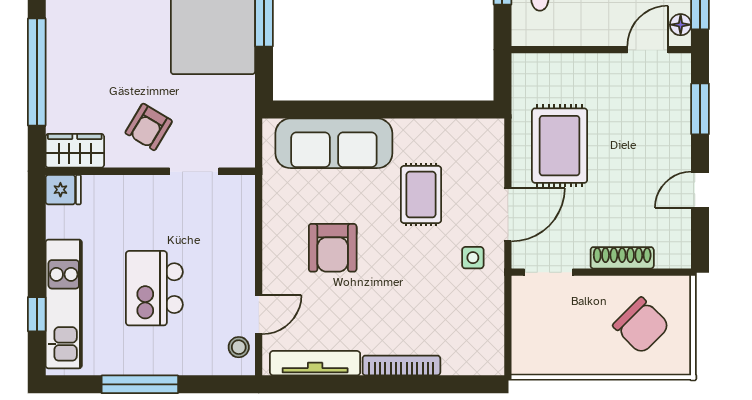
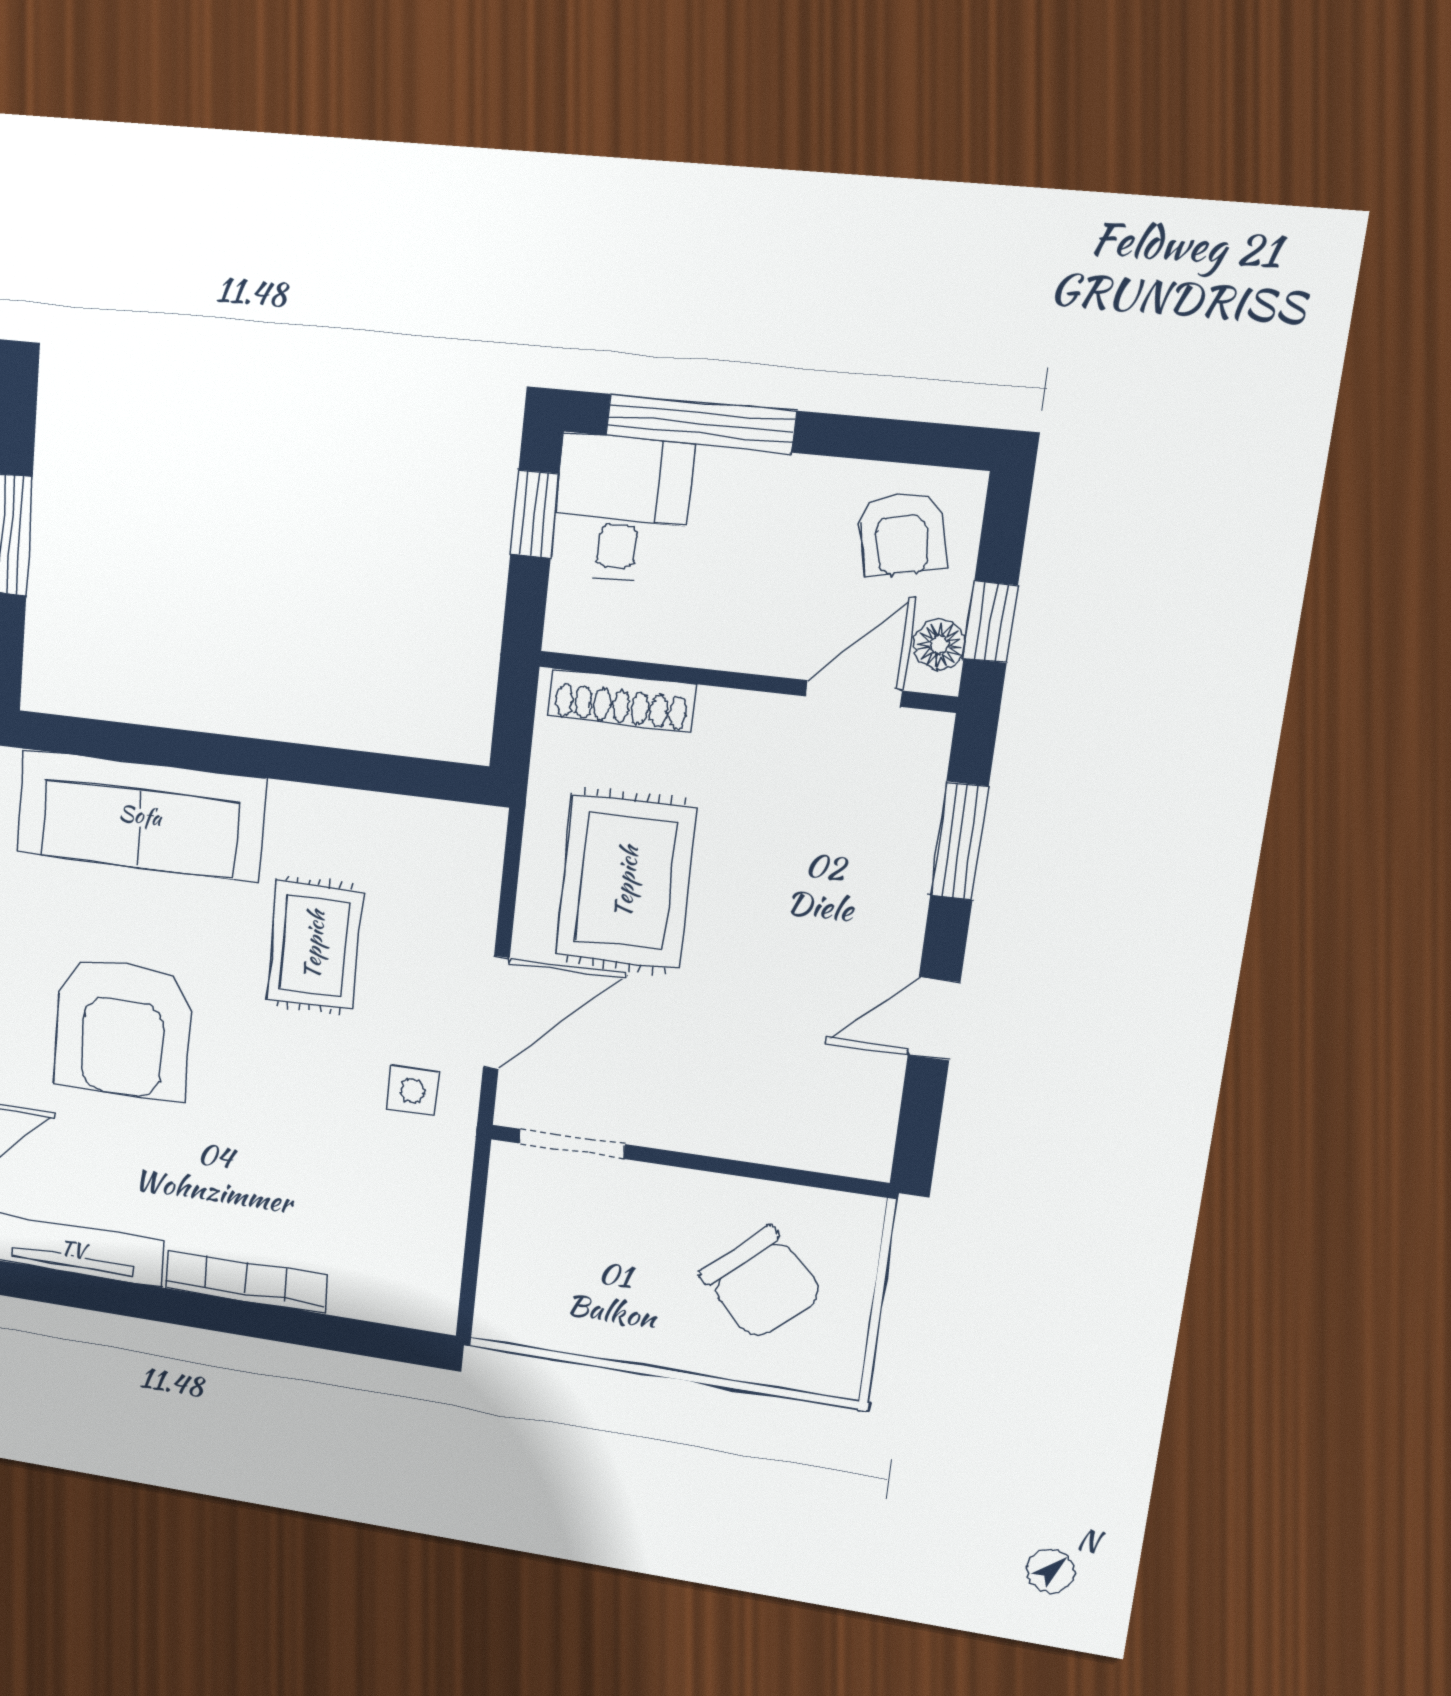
armchair: (333, 248) -> (123, 1029), width x1.36, depth x1.36
shoe rack: (622, 258) -> (622, 700), moved, turned 180

